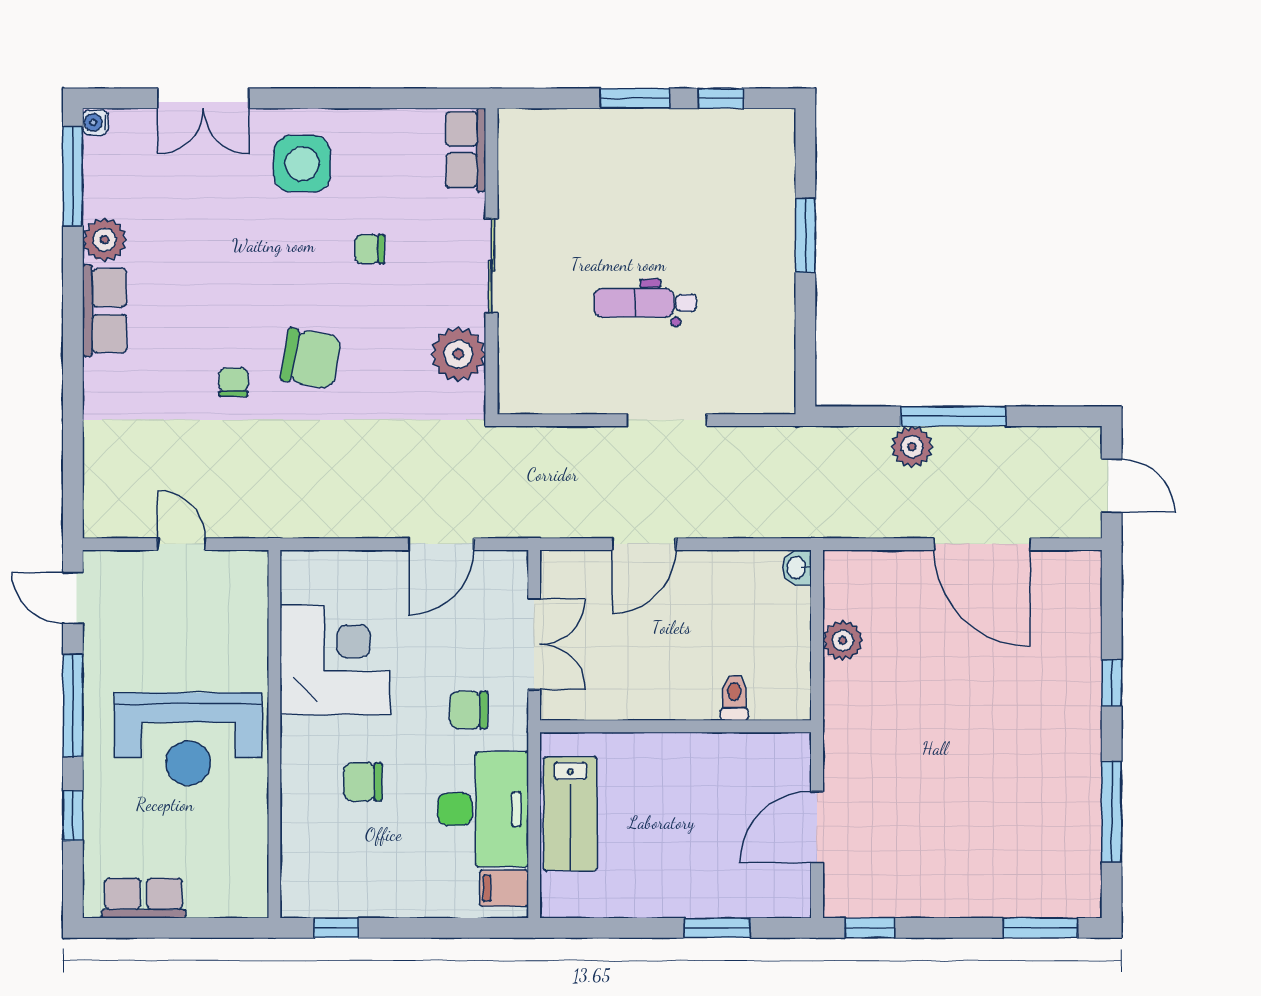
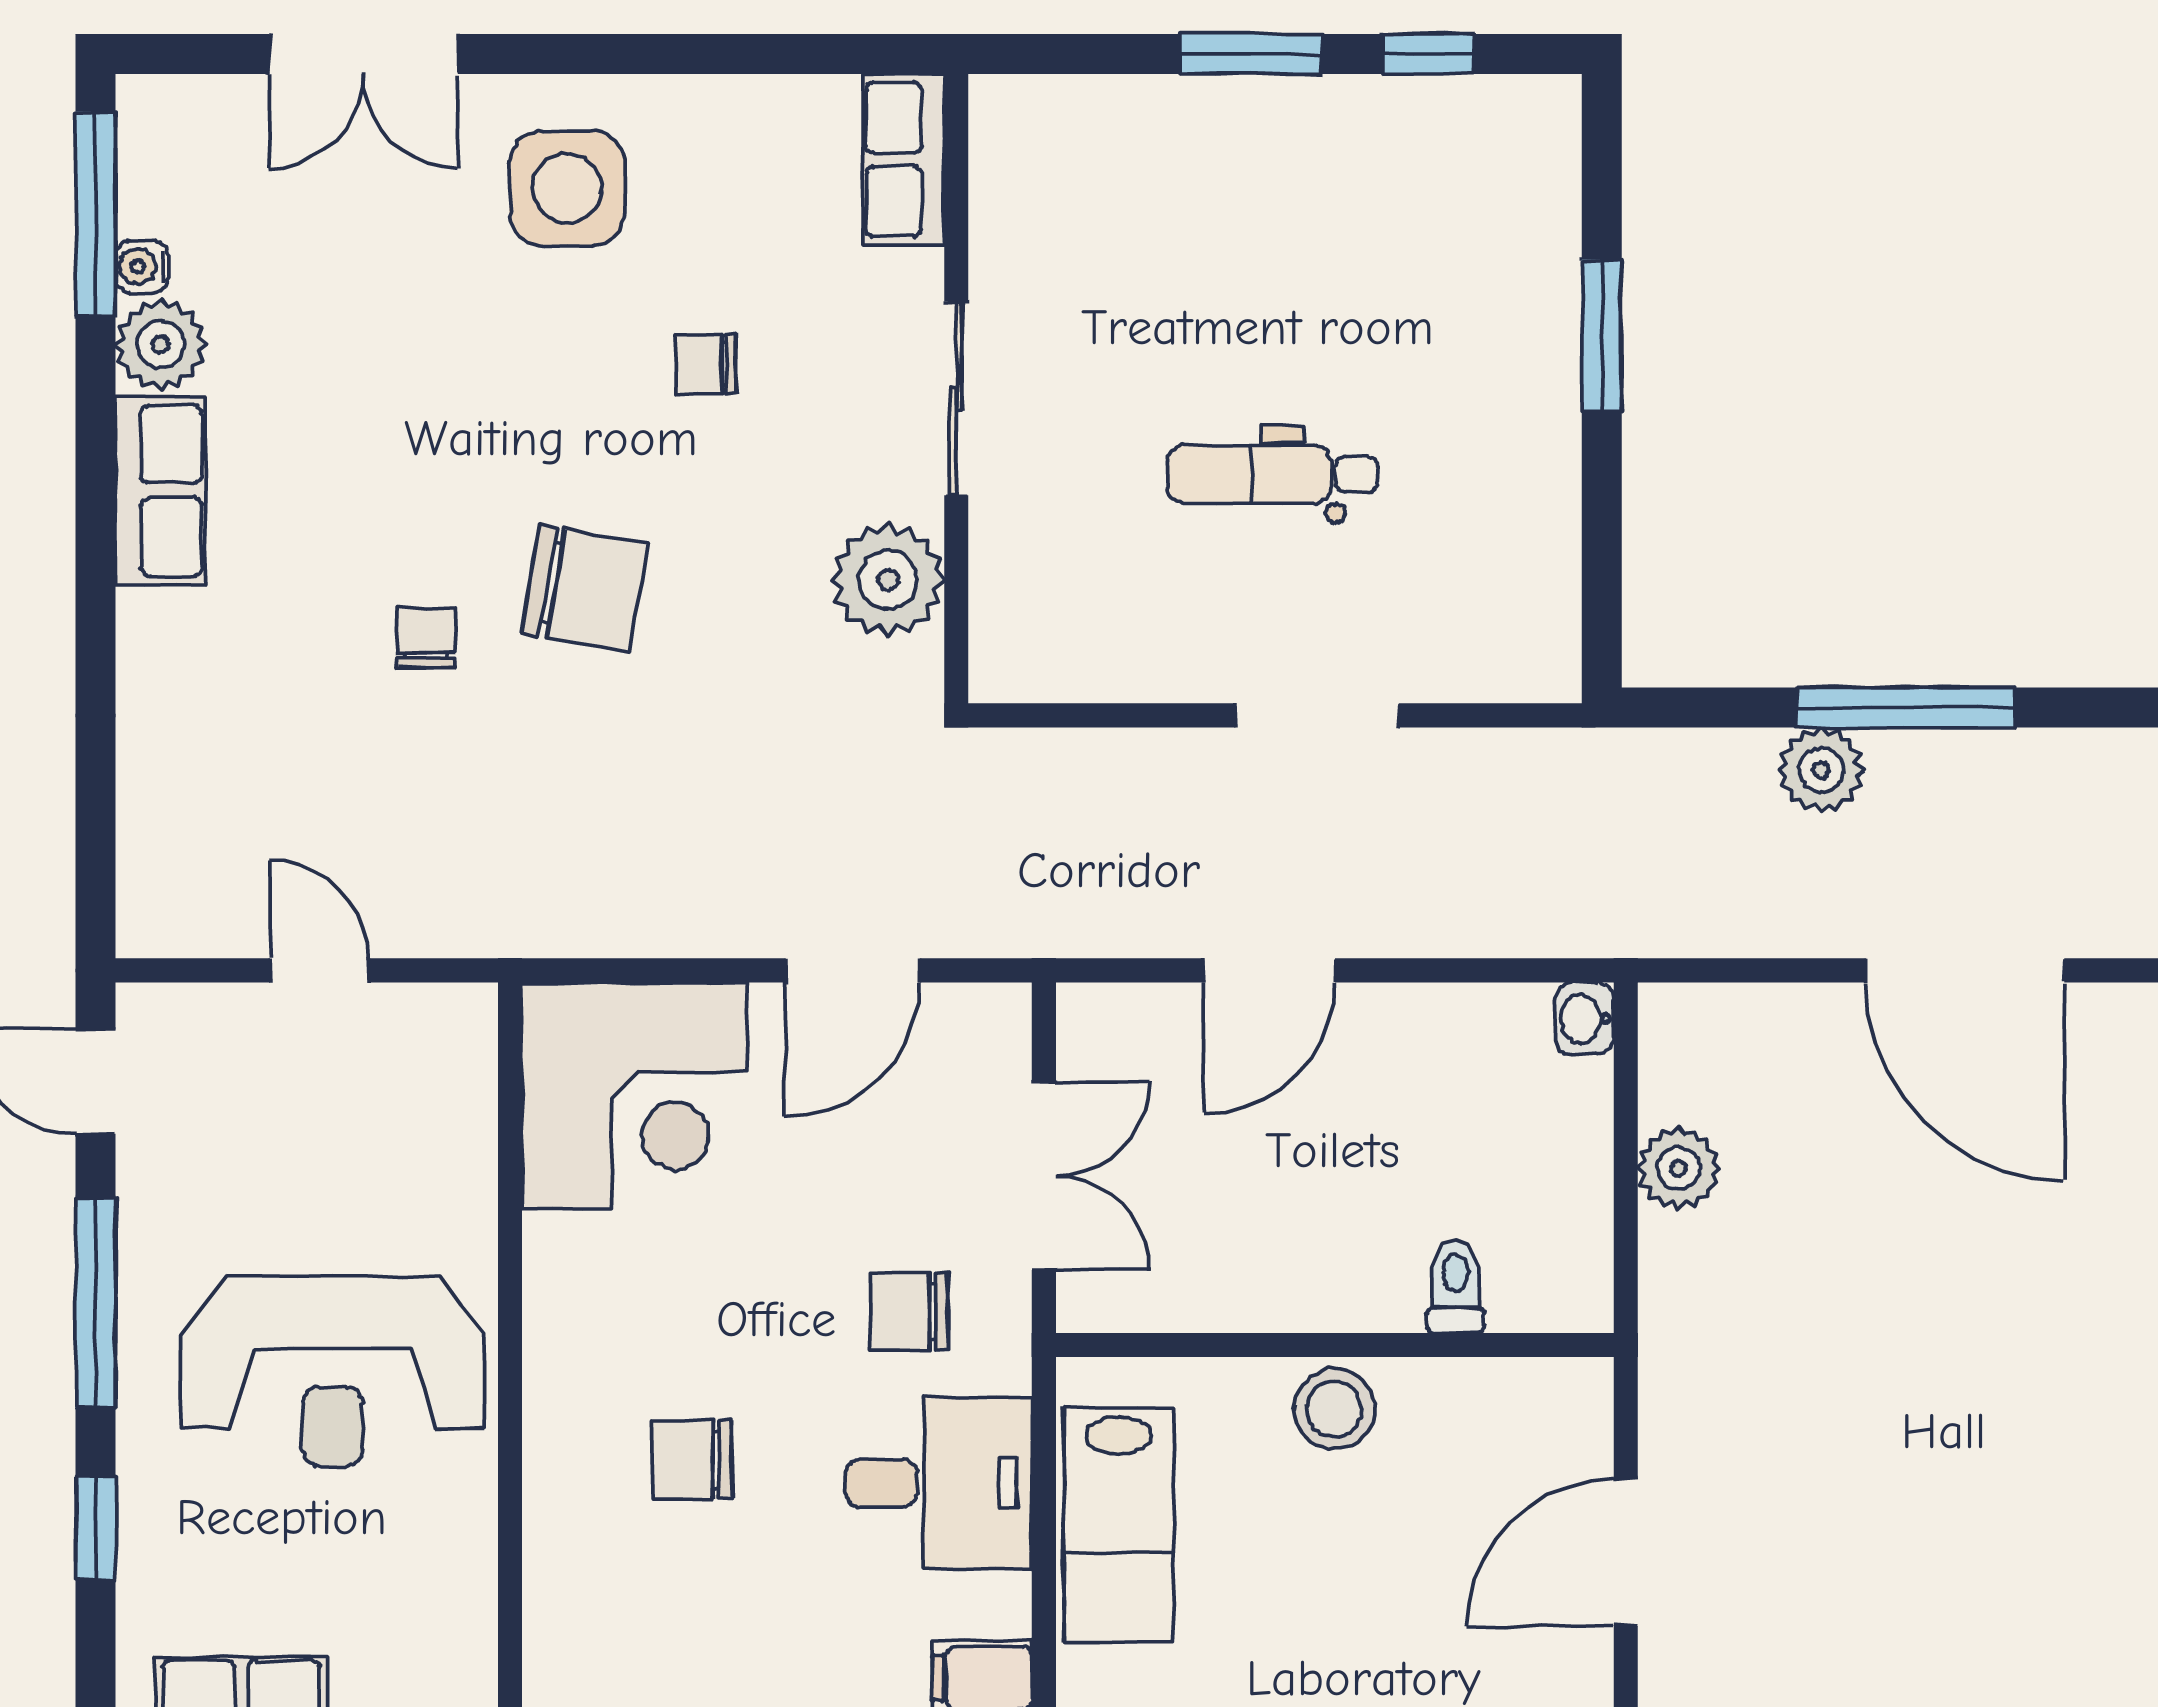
water cooler: (95, 122) -> (142, 267), moved
corner desk: (335, 660) -> (635, 1095), moved, turned 90
stool: (675, 757) -> (1334, 1409), added
desk: (483, 809) -> (939, 1483), width x0.73

